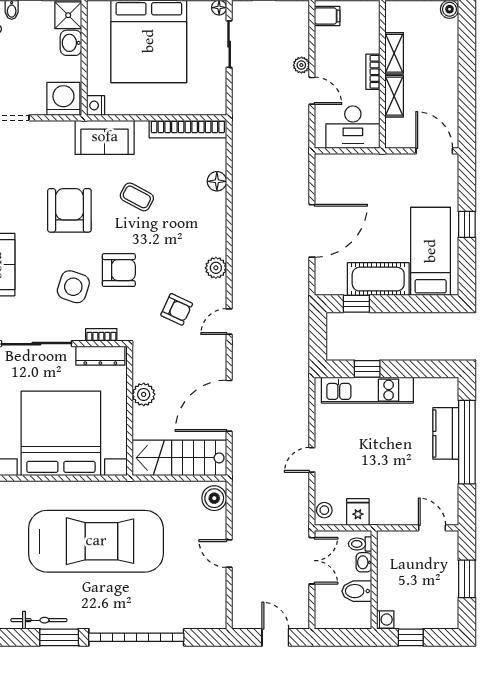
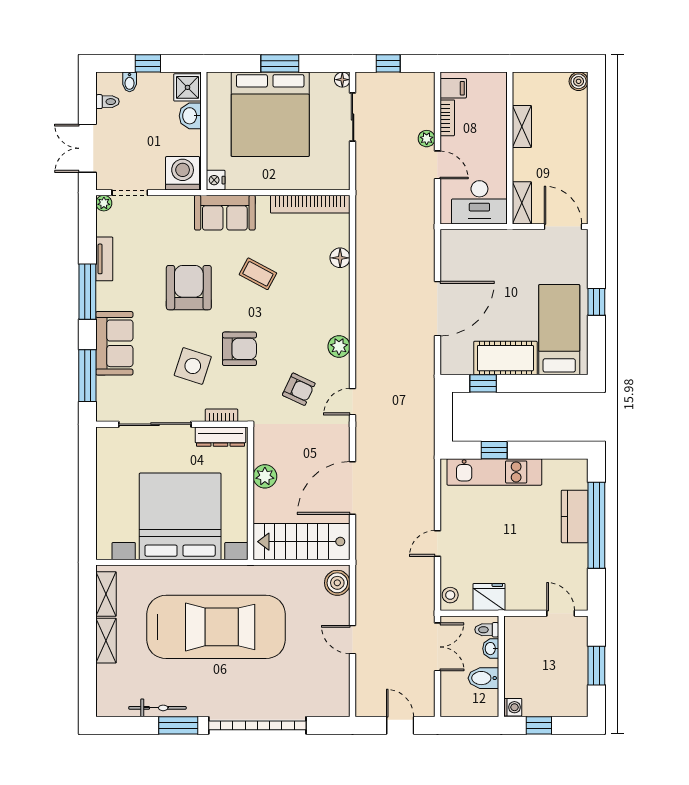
bookcase: (373, 72) -> (447, 118), moved, turned 180
shelving: (394, 96) -> (522, 203), moved
fridge: (358, 512) -> (489, 597), width x1.38

